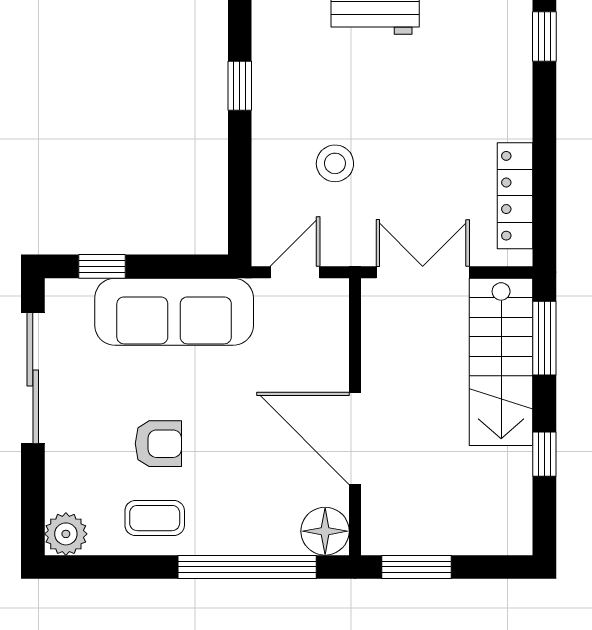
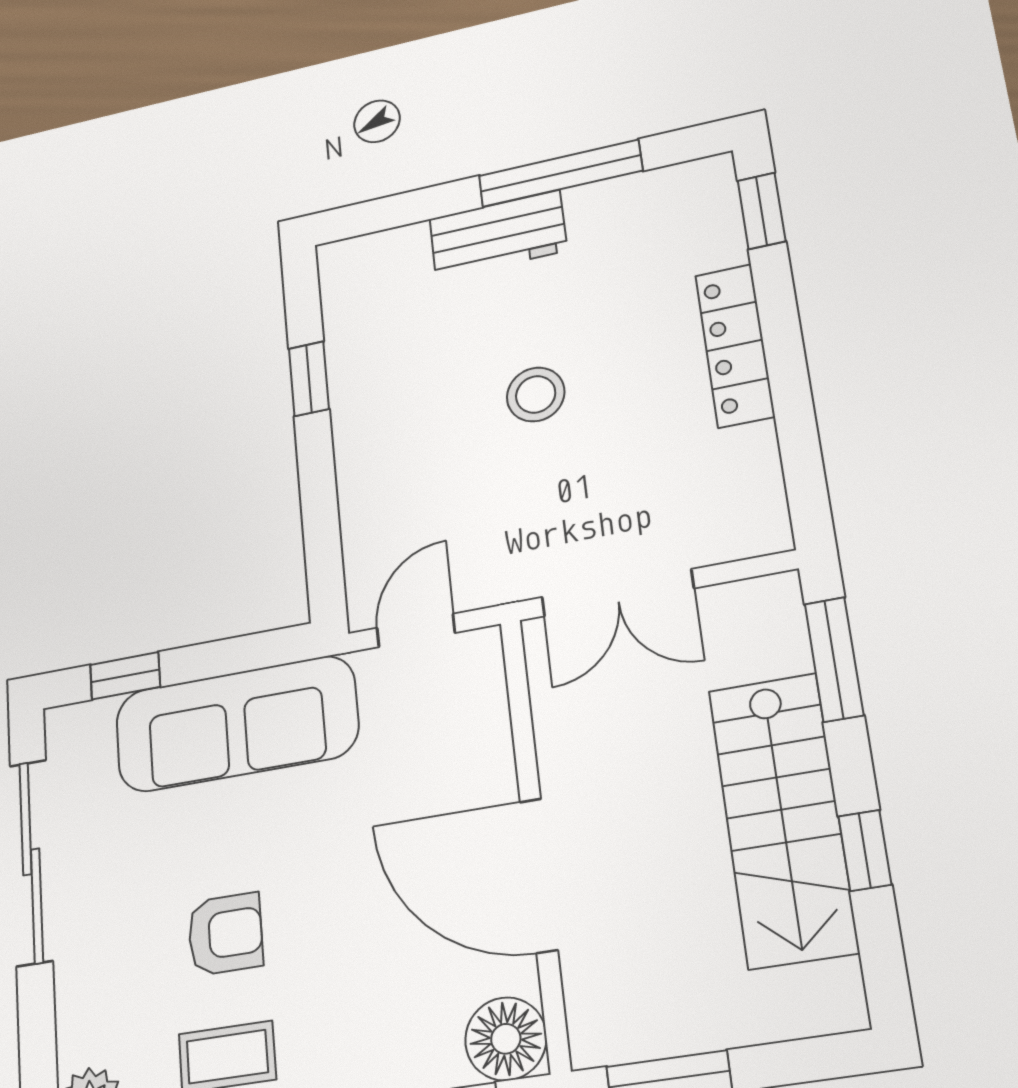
stool: (335, 163) -> (536, 394), moved
locker: (515, 196) -> (735, 345), moved
double door: (423, 272) -> (617, 593), swing flipped
stairs: (501, 362) -> (783, 819), moved

